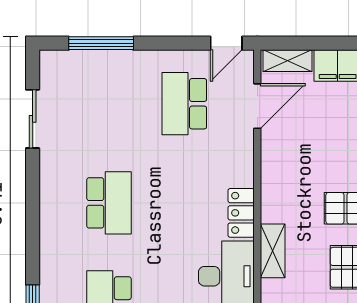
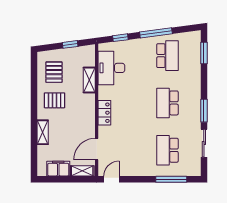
school desk: (184, 104) -> (167, 150), moved, turned 180
window: (33, 187) -> (204, 111), added
locker: (241, 213) -> (104, 113), moved

